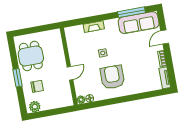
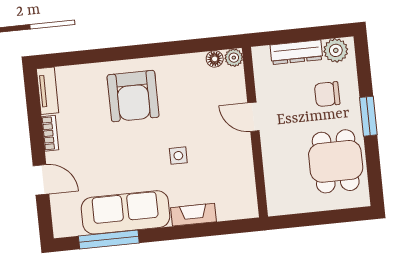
sofa: (139, 23) -> (126, 212), moved
door: (165, 37) -> (41, 180), hinge flipped
door: (70, 73) -> (253, 117), hinge flipped
armchair: (112, 77) -> (133, 96), moved
dresser: (53, 104) -> (296, 52), added

